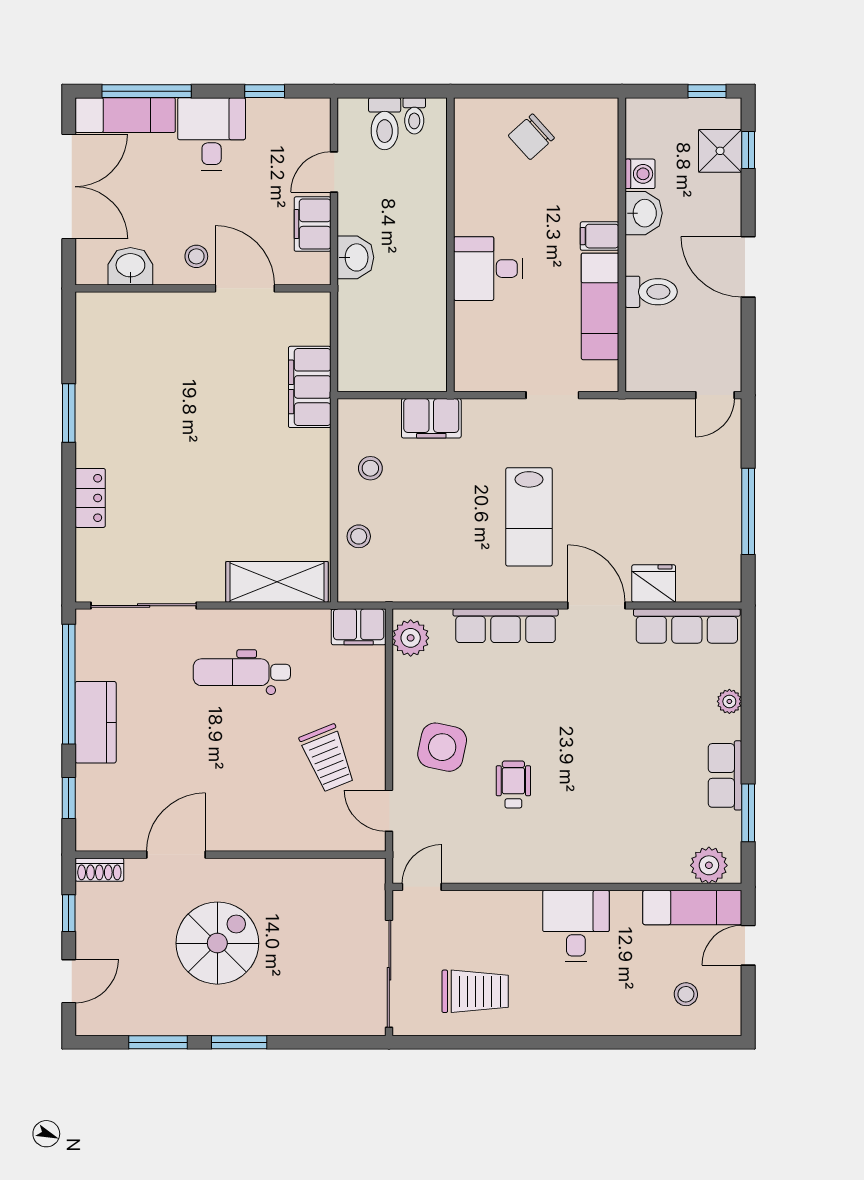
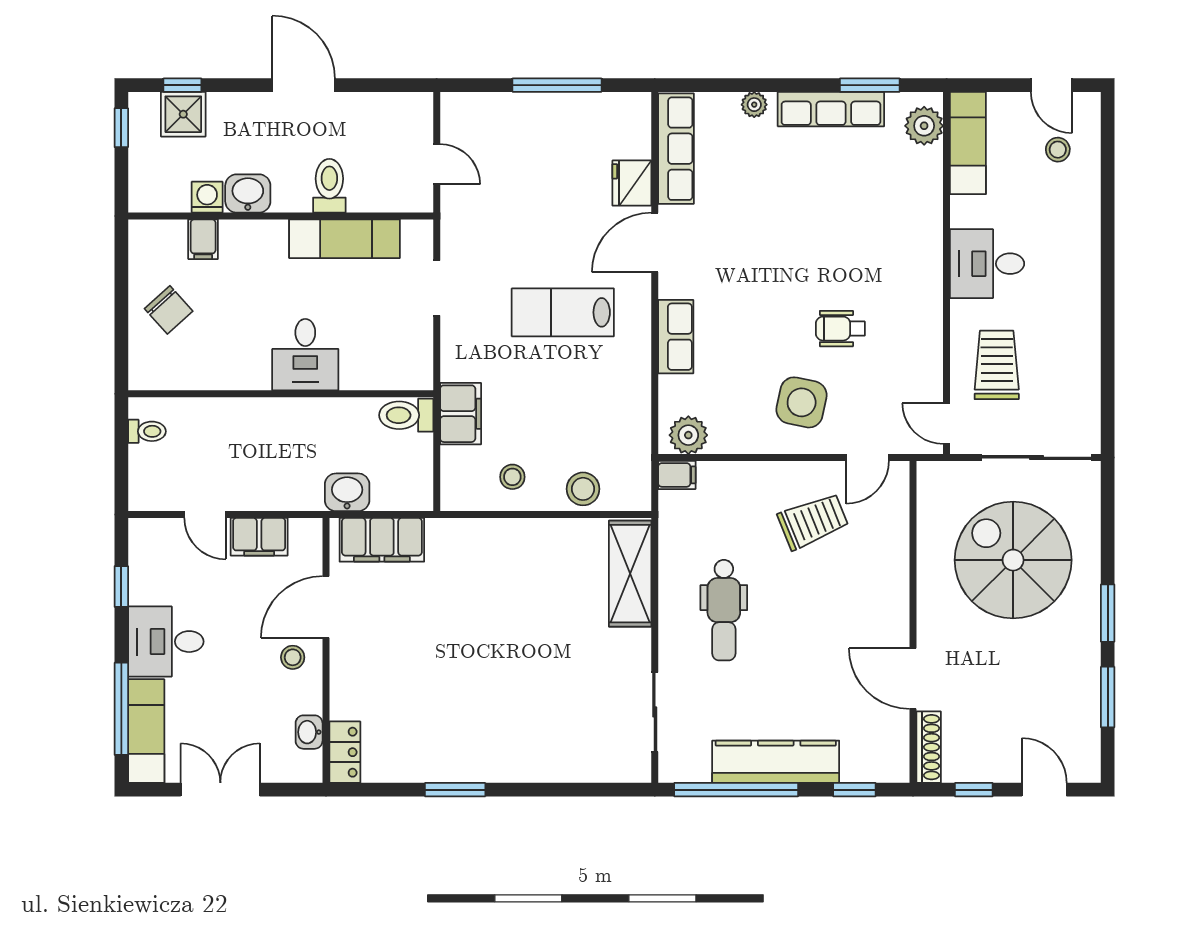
toilet: (385, 124) -> (406, 415), moved, turned 180
double door: (69, 187) -> (220, 790), width x0.73
filing cabinet: (600, 236) -> (203, 239), moved
washbasin: (355, 257) -> (347, 492), moved
washbasin: (130, 266) -> (309, 732), width x0.72, depth x0.69
door: (748, 267) -> (304, 85), swing flipped
filing cabinet: (310, 387) -> (382, 540), moved
door: (715, 395) -> (437, 164), moved
locker: (90, 498) -> (345, 752), moved, turned 90
lab bench: (529, 517) -> (563, 312), turned 180
stool: (359, 536) -> (583, 489), width x1.37, depth x1.37
sliding door: (144, 606) -> (655, 712), width x0.73
row of seats: (506, 626) -> (676, 337), width x0.68
filing cabinet: (359, 627) -> (677, 475), width x0.50
kitchen counter: (96, 722) -> (776, 762), width x1.50
row of seats: (725, 775) -> (831, 109), width x1.48
shoe rack: (99, 870) -> (929, 747), width x1.43
spiral stairs: (217, 943) -> (1013, 560), moved, width x1.37, depth x1.37
door: (748, 945) -> (1051, 85), moved
trolley: (475, 991) -> (997, 365), moved

